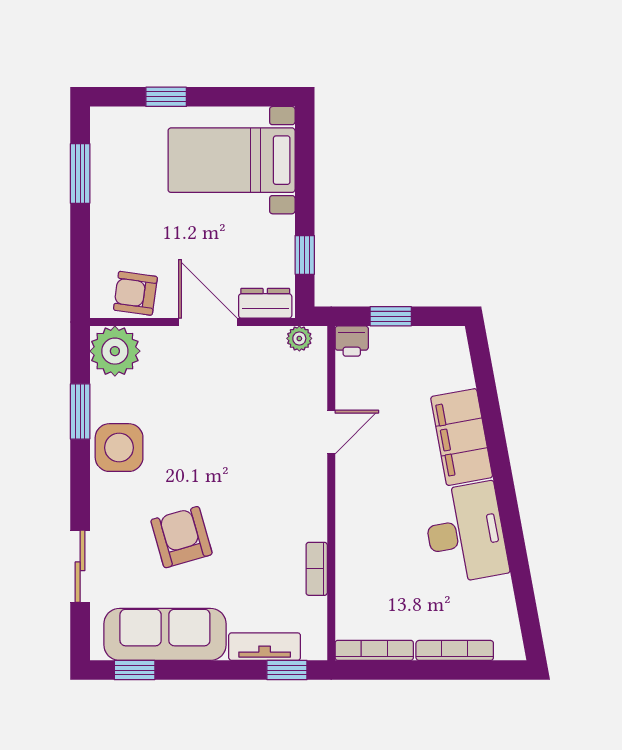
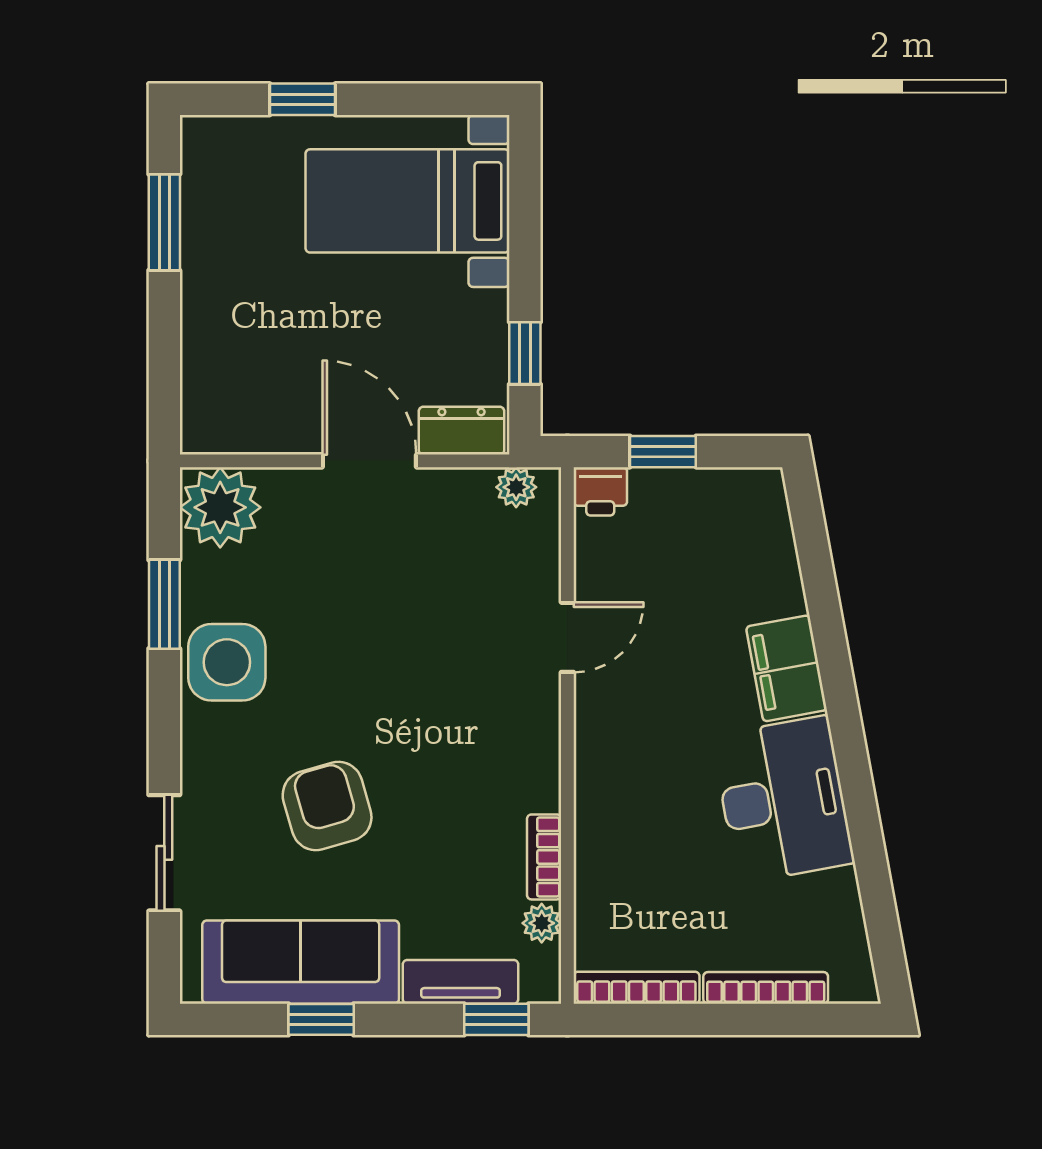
armchair: (135, 293) -> (253, 415), removed
filing cabinet: (462, 437) -> (786, 668), width x0.67, depth x0.86
plant: (315, 610) -> (542, 923), added
window: (135, 670) -> (321, 1019), moved

